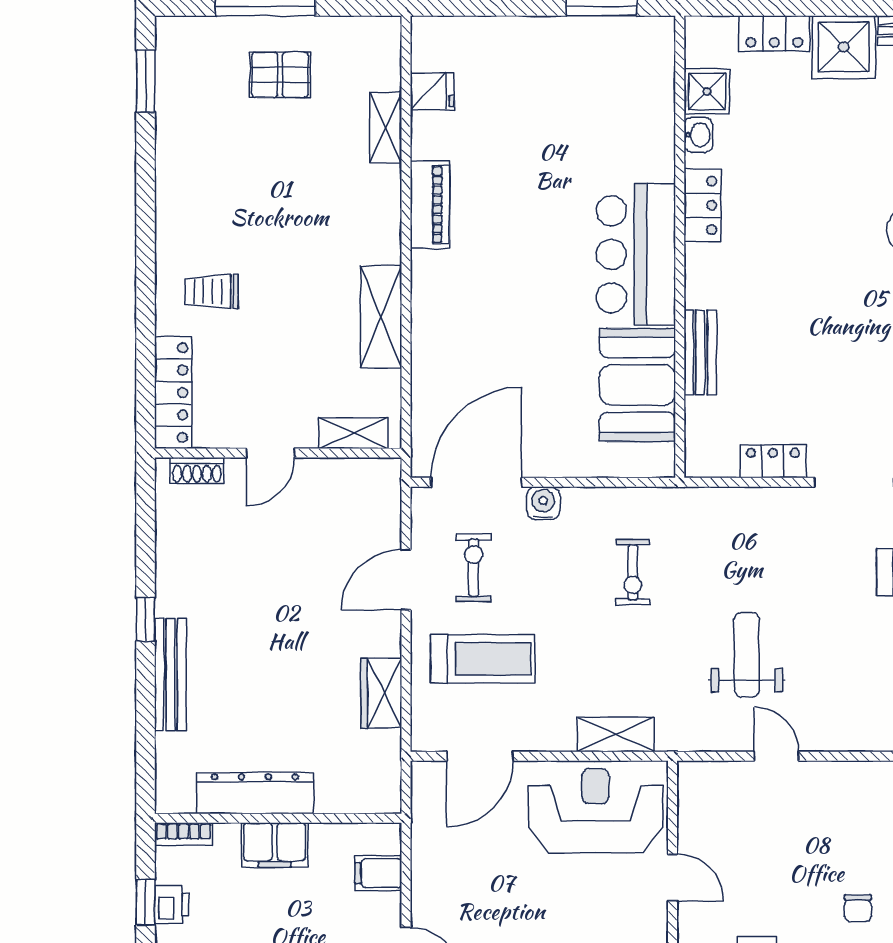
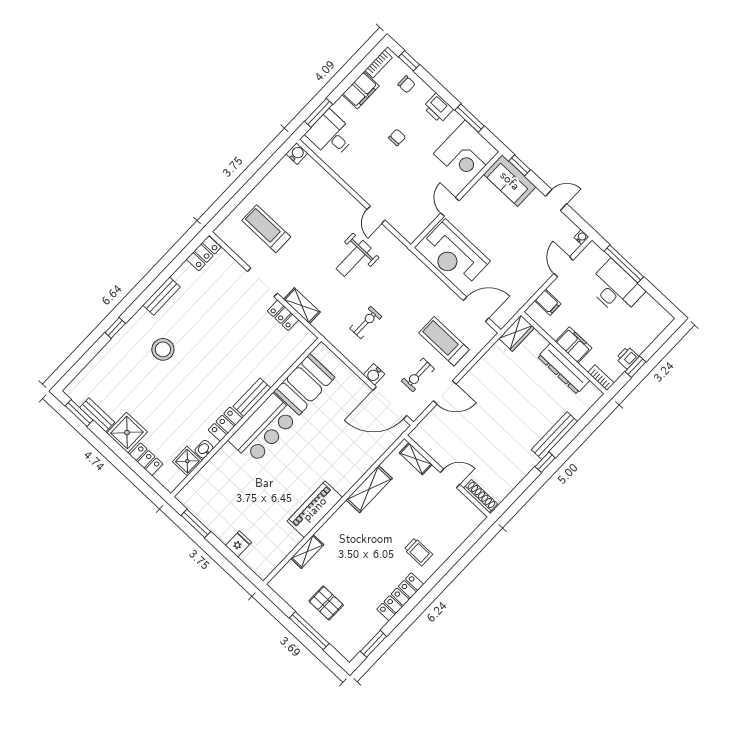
fridge: (432, 91) -> (239, 544), moved, turned 90
piano: (430, 205) -> (315, 509), width x1.37, depth x1.33
bench: (700, 352) -> (252, 397), moved
locker: (173, 393) -> (400, 597), moved
shoe rack: (197, 471) -> (480, 496), width x1.43
wardrobe: (381, 693) -> (517, 333), moved
shelving: (616, 735) -> (302, 306), moved

